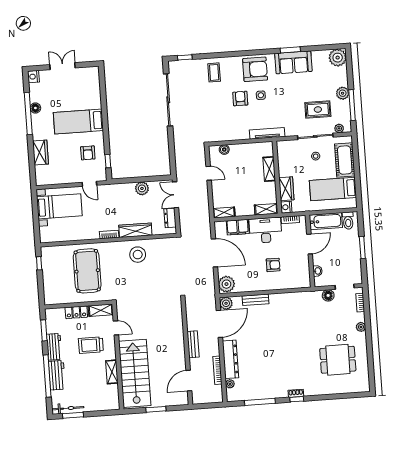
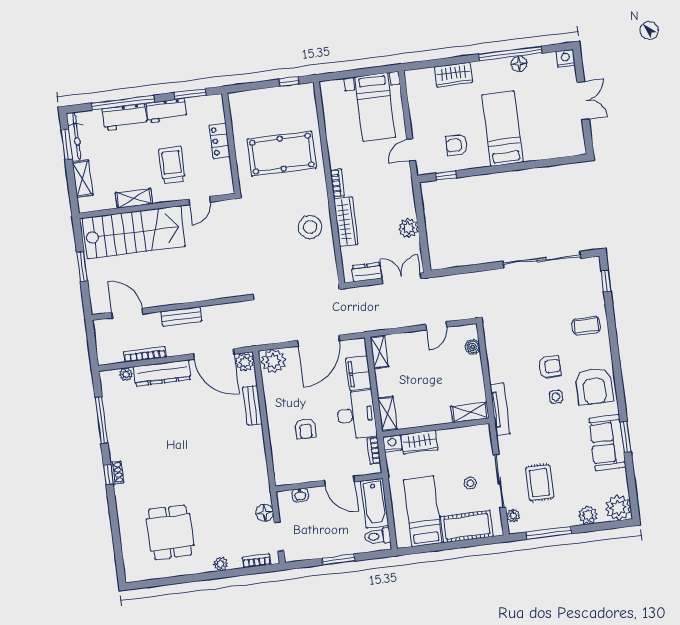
plant: (343, 93) -> (588, 515), moved
shelving: (269, 169) -> (470, 412), moved
shelving: (101, 310) -> (83, 179), moved

